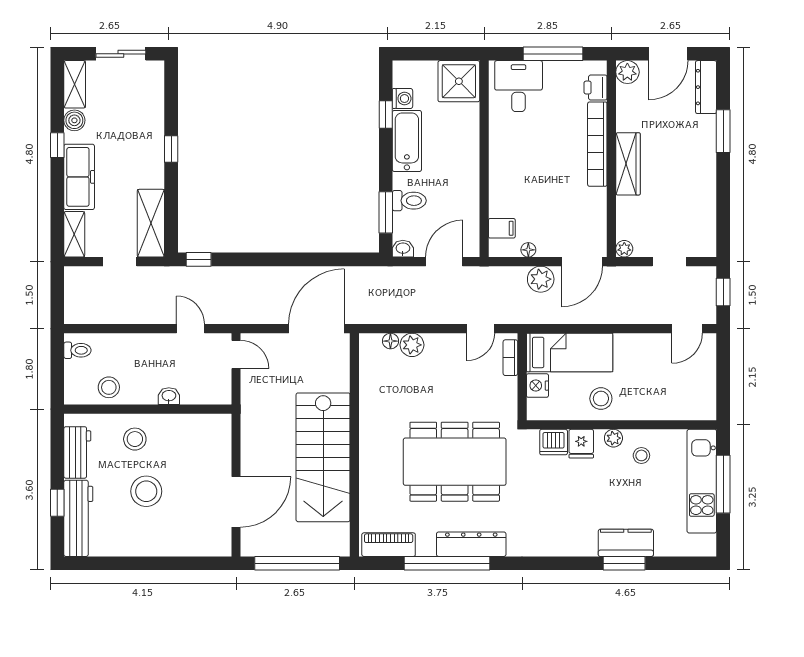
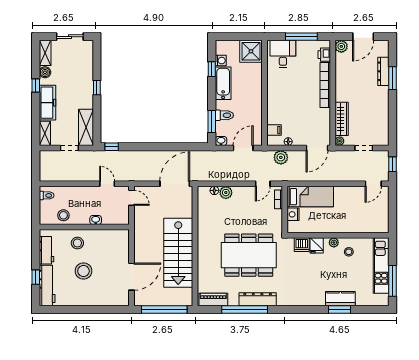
dresser: (706, 87) -> (383, 71), moved
wardrobe: (628, 164) -> (342, 119), moved
plant: (541, 279) -> (281, 157), moved
stool: (601, 399) -> (327, 221), removed
window: (723, 484) -> (393, 281), moved

